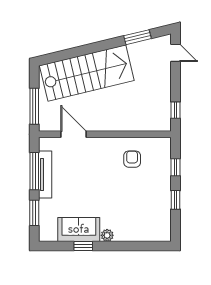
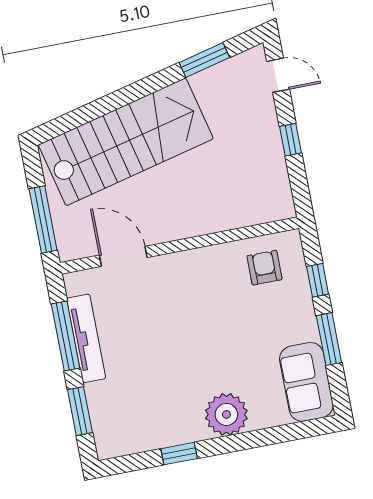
window: (175, 110) -> (291, 140), moved
armchair: (132, 159) -> (264, 268), moved
window: (175, 200) -> (329, 339), width x1.50
sofa: (79, 229) -> (306, 382), moved, turned -90
plant: (107, 235) -> (226, 414), width x1.88, depth x1.88

